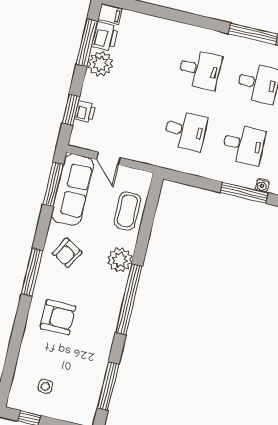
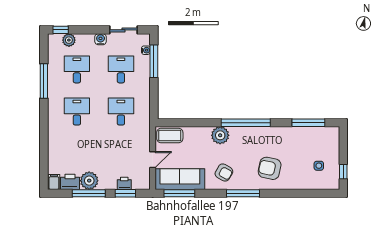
window: (87, 43) -> (89, 193), moved
coffee table: (127, 211) -> (170, 135), moved
armchair: (58, 317) -> (270, 168), turned -78

